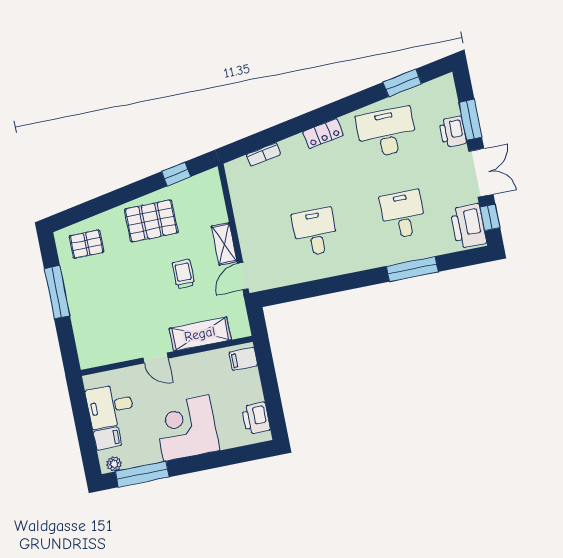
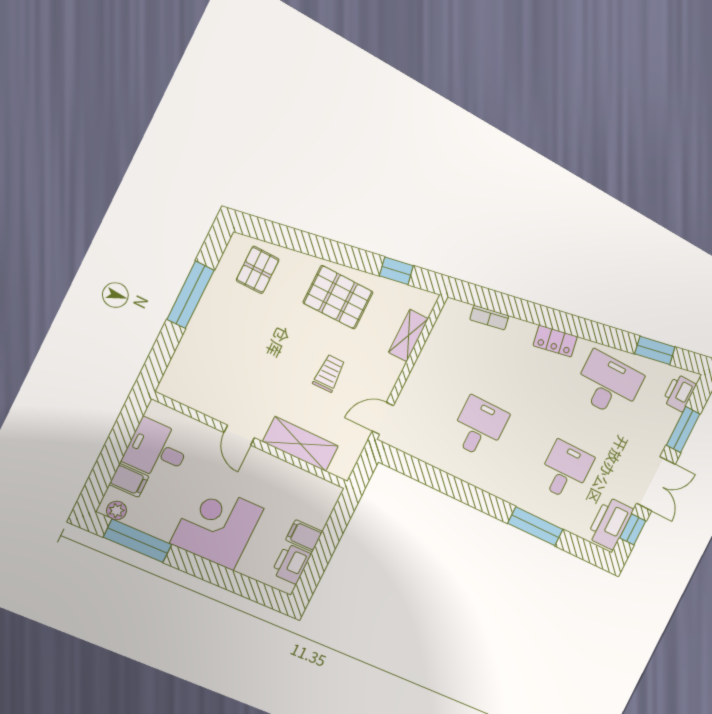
printer: (453, 132) -> (679, 393), moved
pallet: (87, 244) -> (258, 270), turned 90
shelving: (224, 244) -> (408, 336), moved
filing cabinet: (243, 359) -> (304, 536), moved

